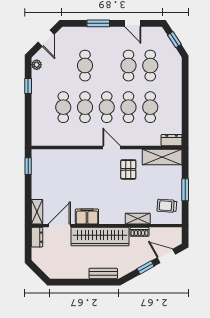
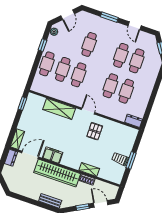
cafe table: (107, 107) -> (47, 64), moved
shelving: (162, 157) -> (59, 109), moved
trolley: (167, 206) -> (120, 159), moved

